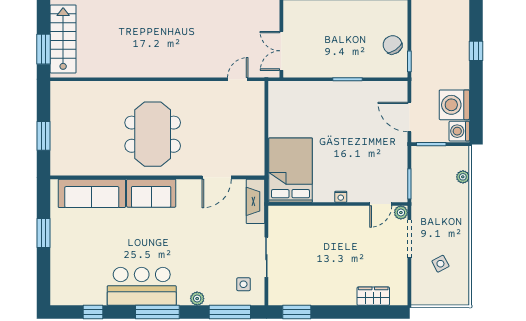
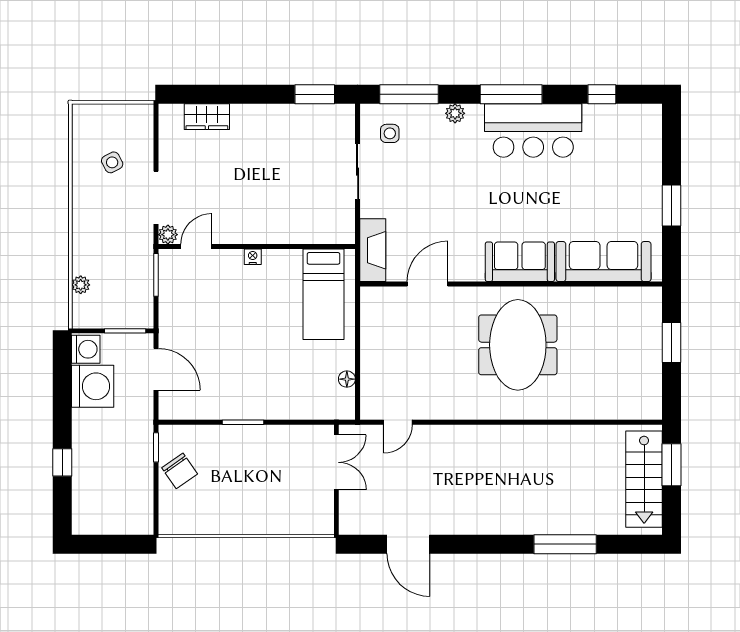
floor lamp: (274, 110) -> (347, 379), added
bed: (290, 170) -> (323, 294), width x0.67

